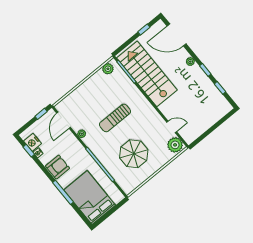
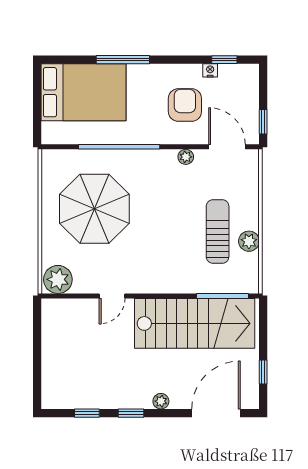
plant: (108, 69) -> (249, 241), moved
sun lounger: (115, 118) -> (218, 231), moved
door: (172, 127) -> (112, 296), moved
nightstand: (33, 142) -> (232, 75), removed
parasol: (134, 154) -> (94, 209), width x1.36, depth x1.36
armchair: (58, 167) -> (185, 105), moved, turned 180

